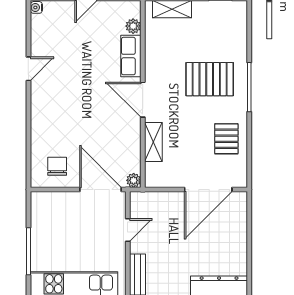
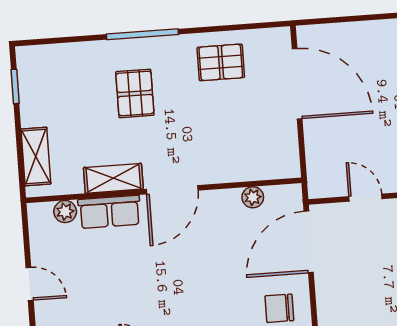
pallet: (210, 79) -> (135, 93), width x0.67, depth x0.71
shelving: (153, 142) -> (113, 178), moved
plant: (134, 180) -> (253, 197), moved

